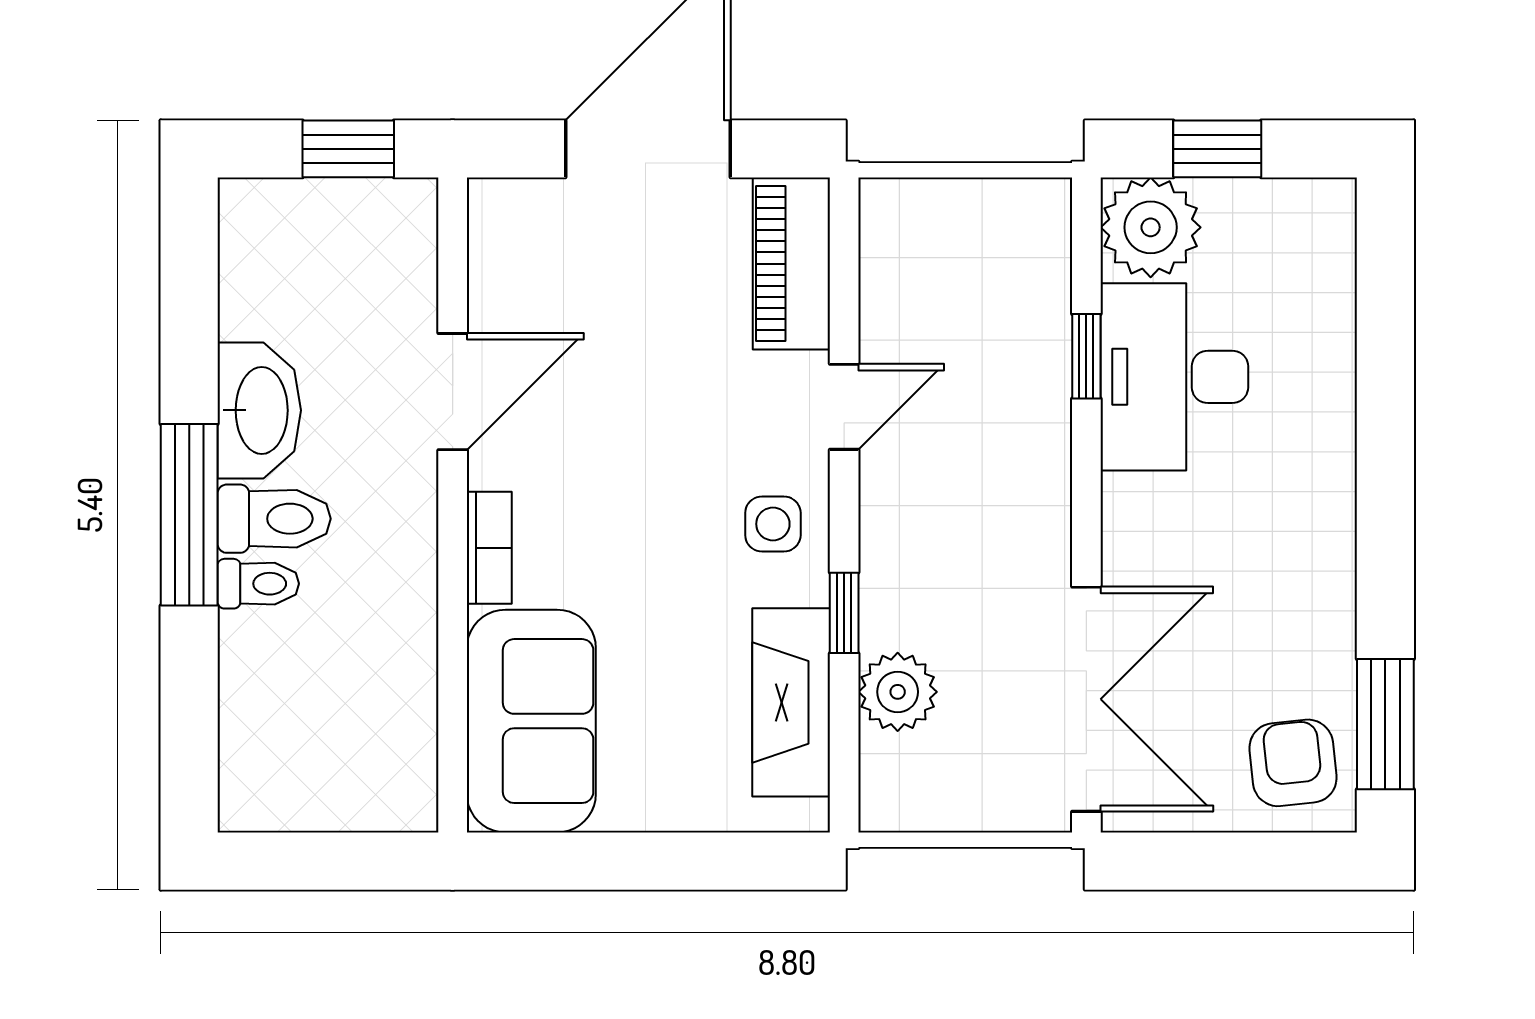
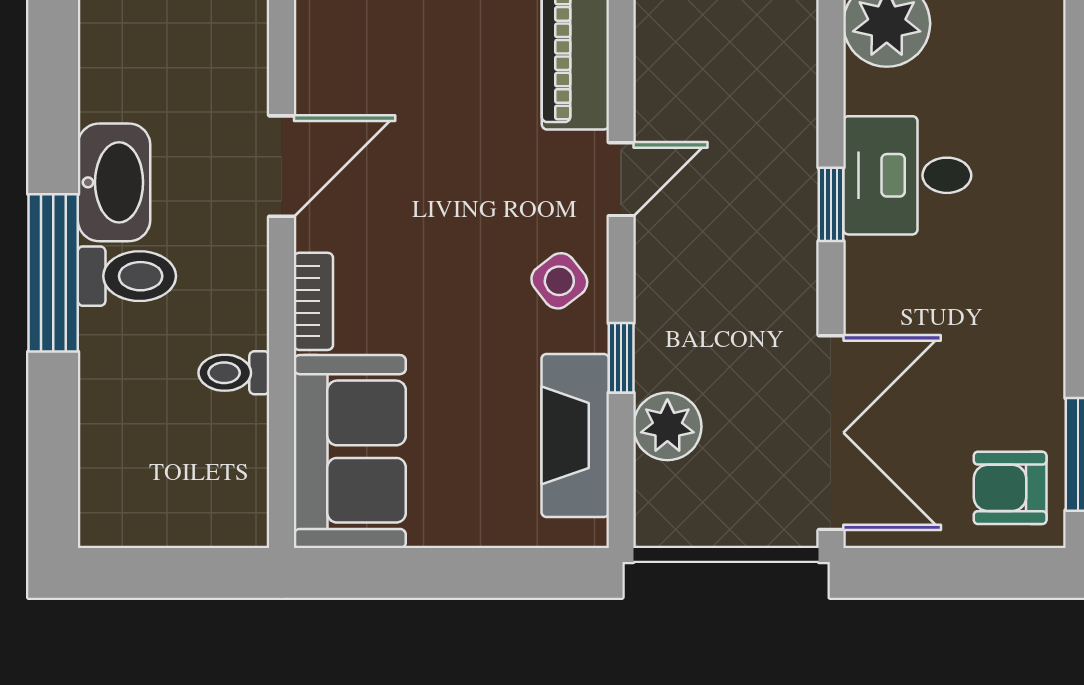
window: (1086, 356) -> (831, 204), moved
desk: (1174, 377) -> (907, 175), width x0.73
side table: (773, 524) -> (559, 281), turned -38
toilet: (258, 584) -> (234, 373), moved, turned 180
armchair: (1293, 763) -> (1010, 488), turned -84

